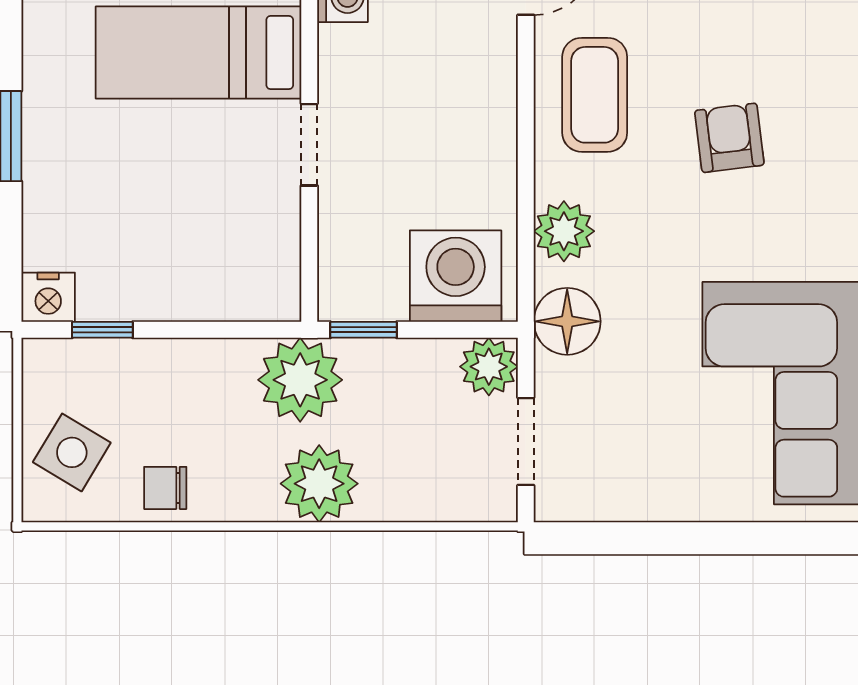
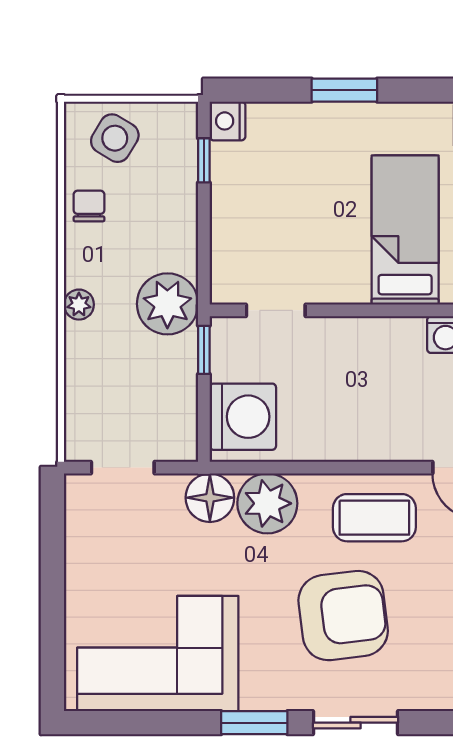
armchair: (729, 138) -> (343, 616), width x1.88, depth x1.88
doorway: (309, 145) -> (276, 310), moved
plant: (564, 231) -> (267, 503), width x1.36, depth x1.36
plant: (489, 367) -> (177, 441), removed
plant: (319, 484) -> (79, 305), width x0.53, depth x0.53

